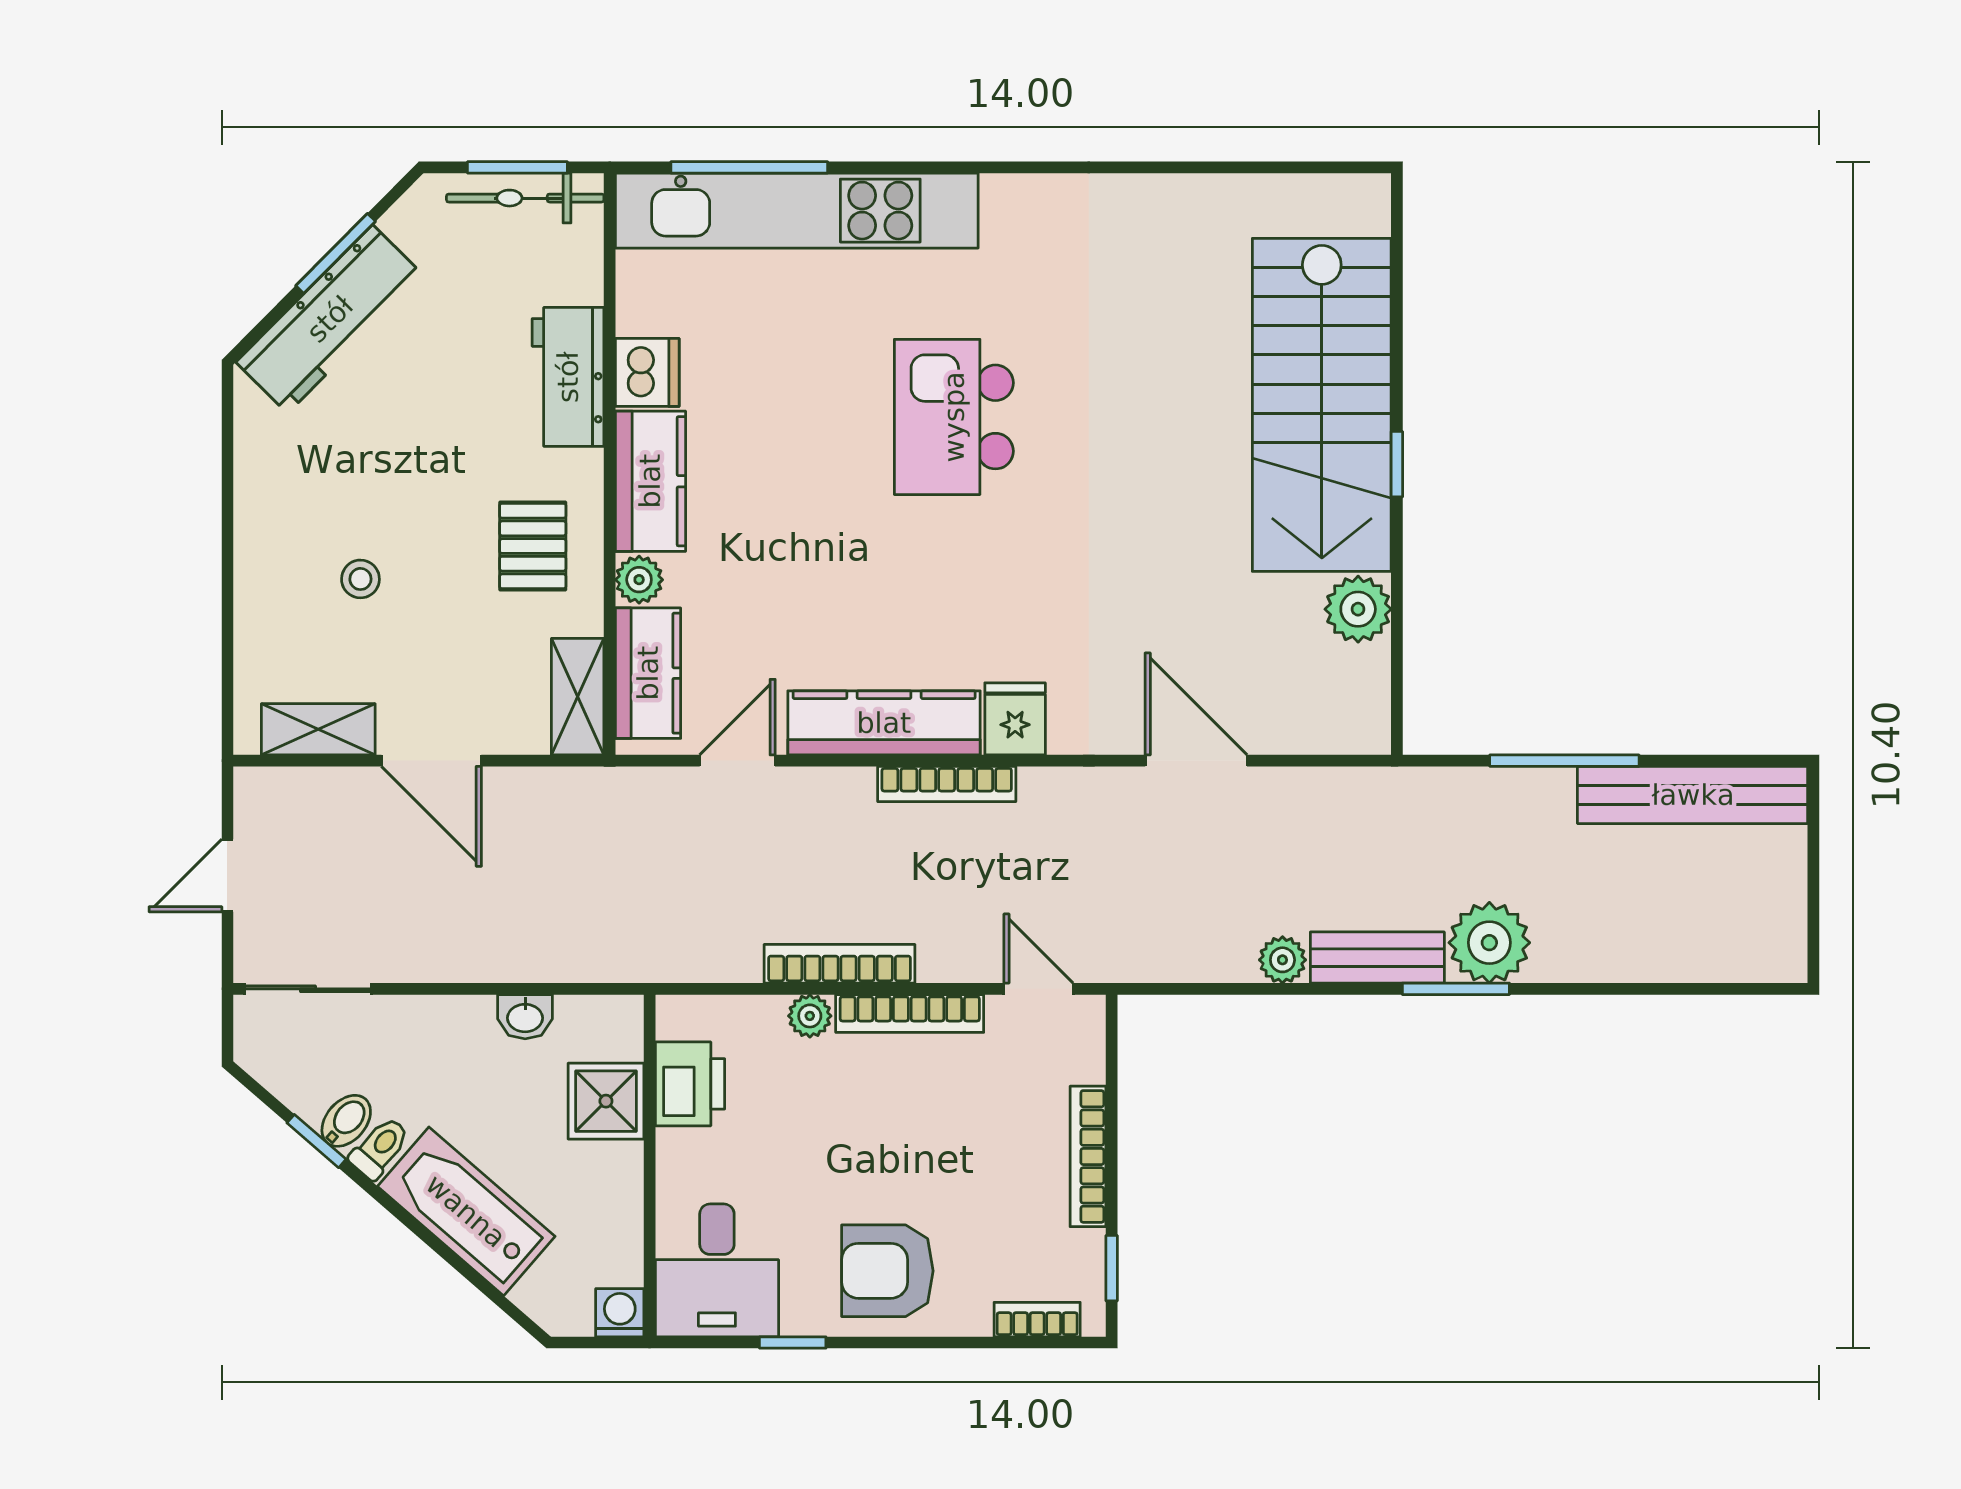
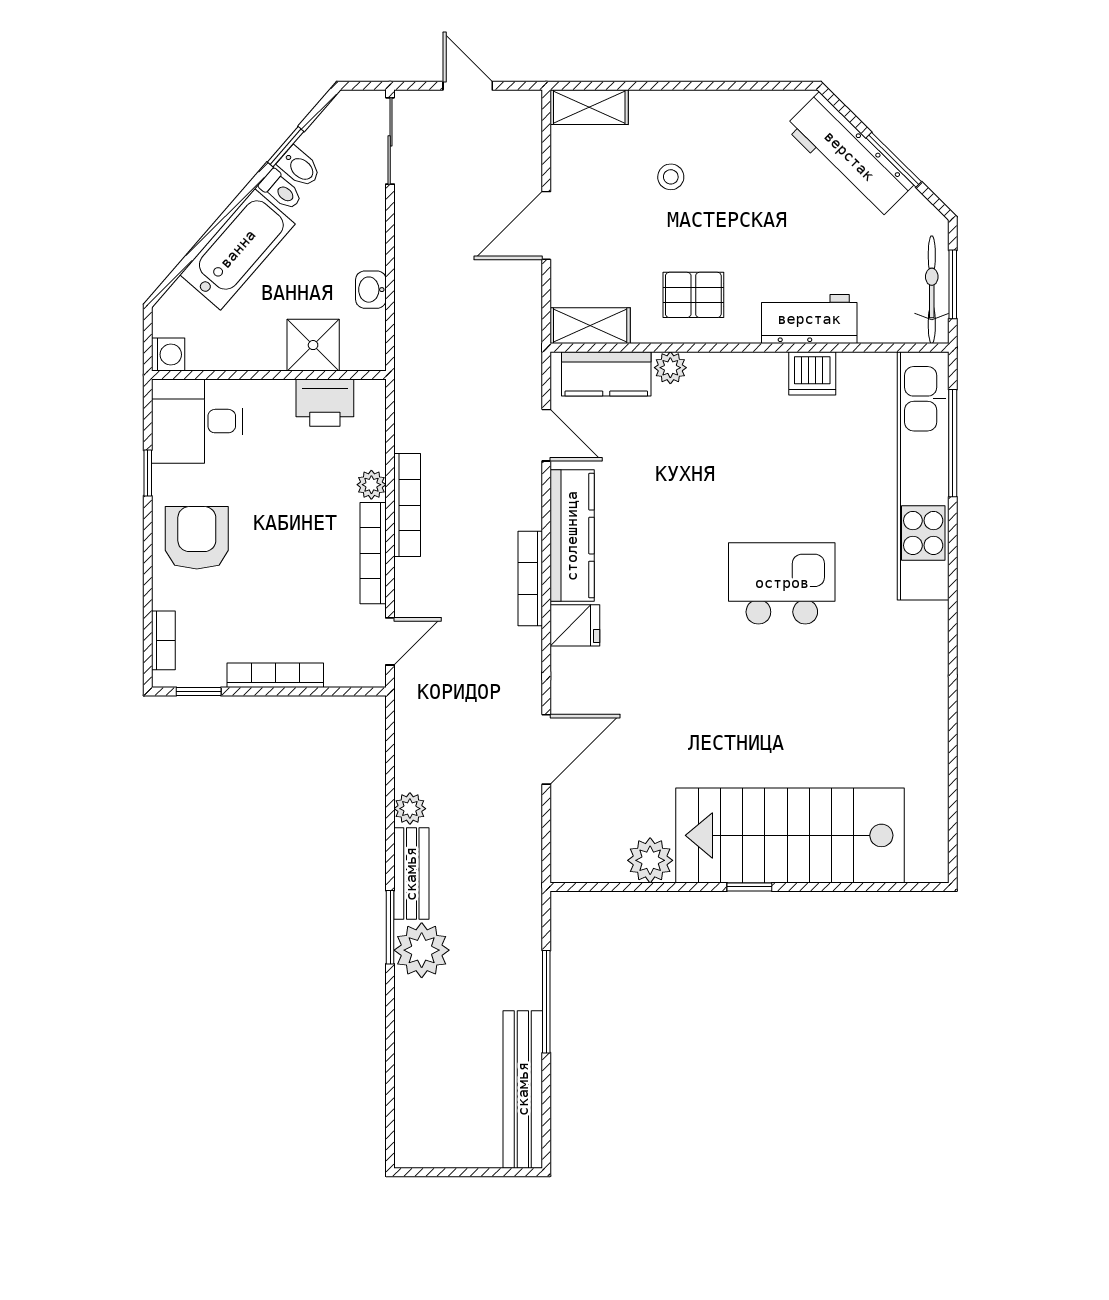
kitchen counter: (650, 481) -> (738, 376), removed
shelving: (318, 729) -> (589, 107), moved, turned 90

